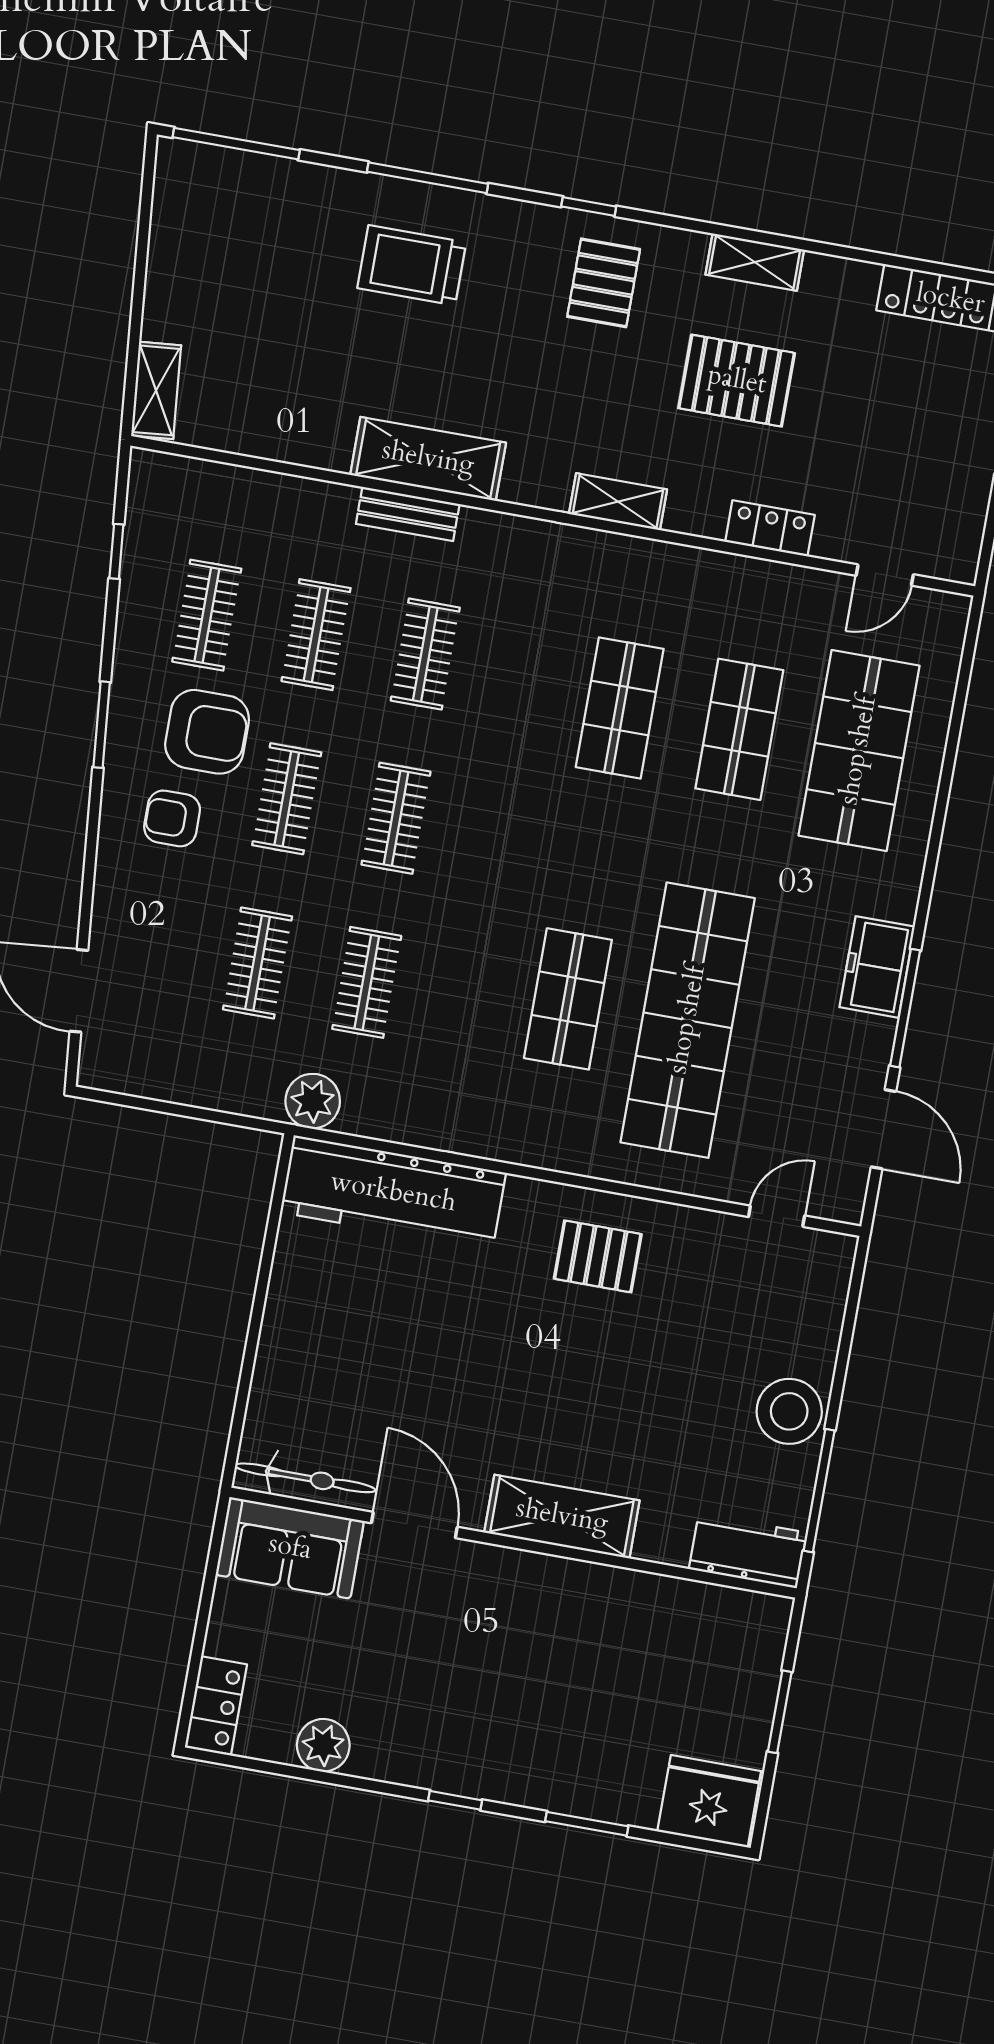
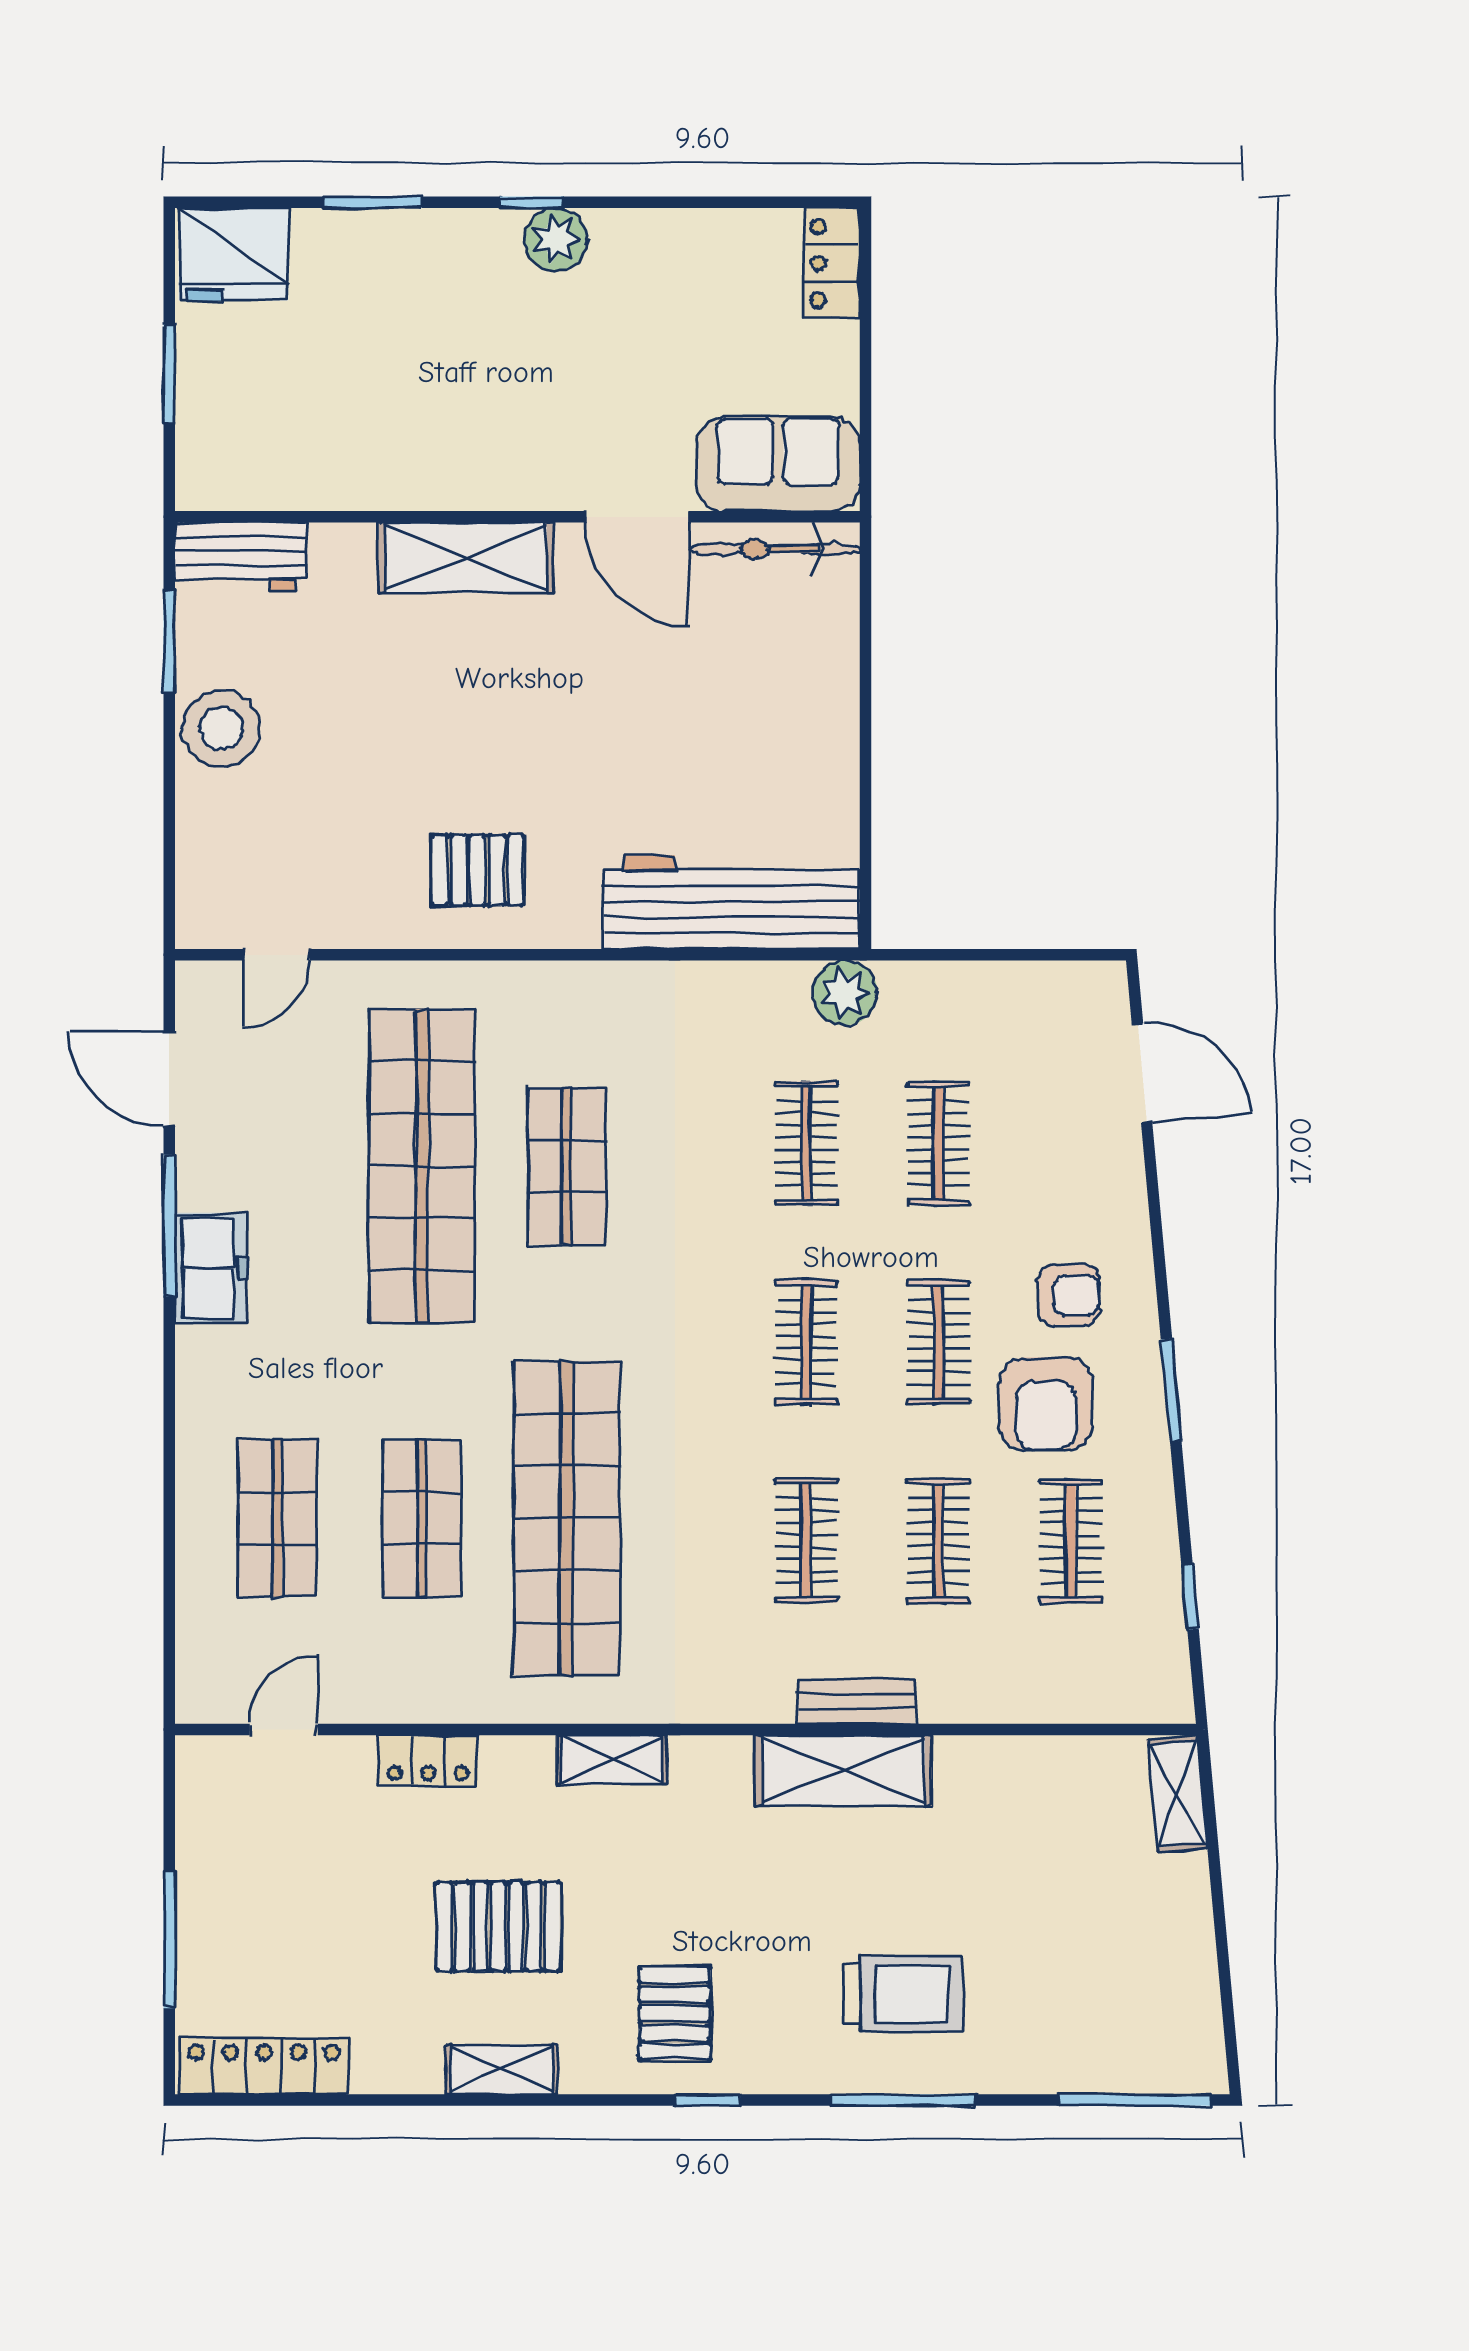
shop shelf: (620, 708) -> (567, 1518), width x2.00, depth x1.36
armchair: (207, 732) -> (1046, 1404), turned -90
shop shelf: (859, 751) -> (277, 1518), width x0.70, depth x0.74
window: (819, 1491) -> (169, 642), width x0.69
plant: (323, 1745) -> (556, 239), moved

